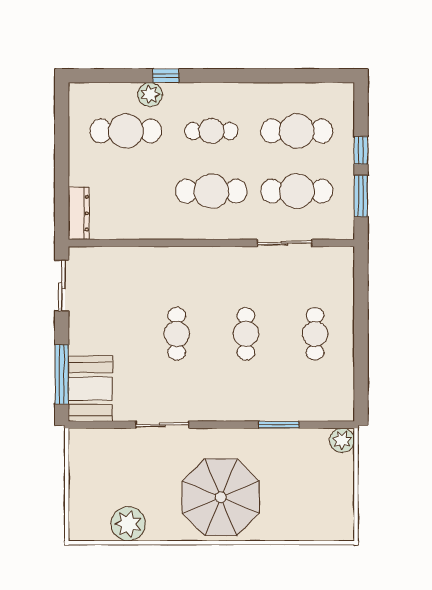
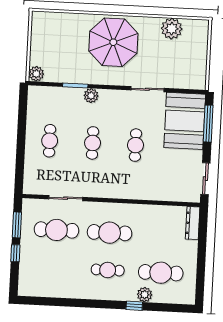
cafe table: (297, 131) -> (55, 267), removed
booth: (90, 389) -> (185, 121), width x1.36, depth x1.42
plant: (252, 410) -> (91, 96), added

